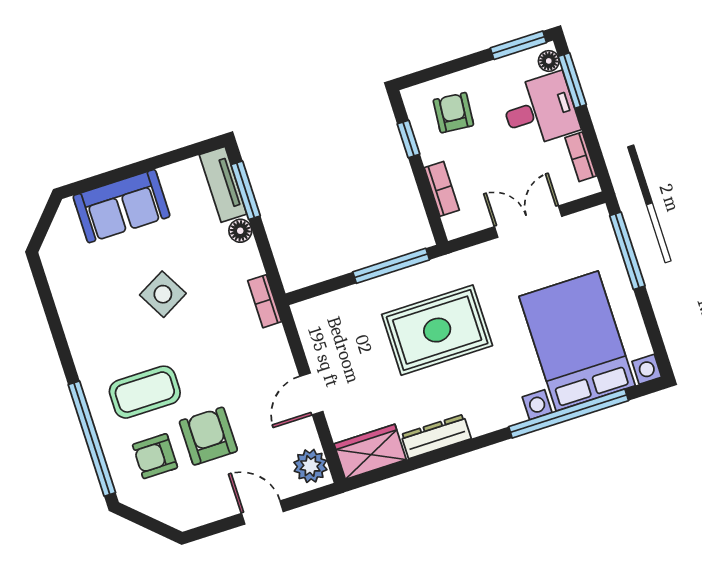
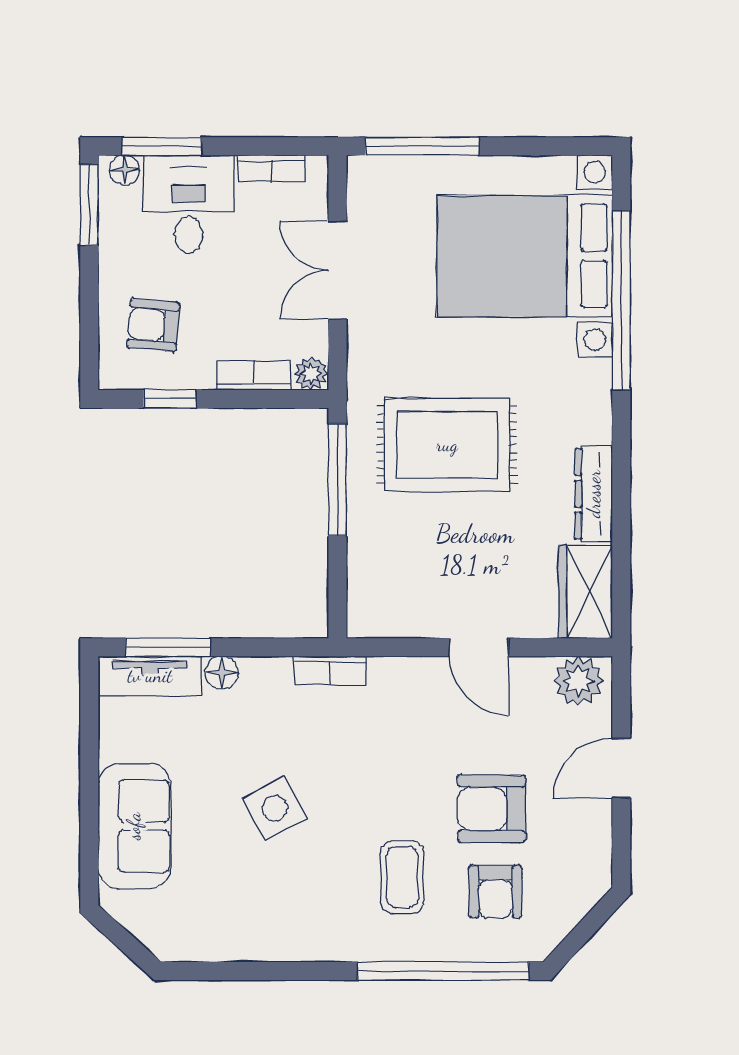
plant: (455, 226) -> (311, 374), added
rug: (437, 330) -> (447, 445), turned 90
coffee table: (145, 392) -> (402, 877), width x0.73, depth x0.77

